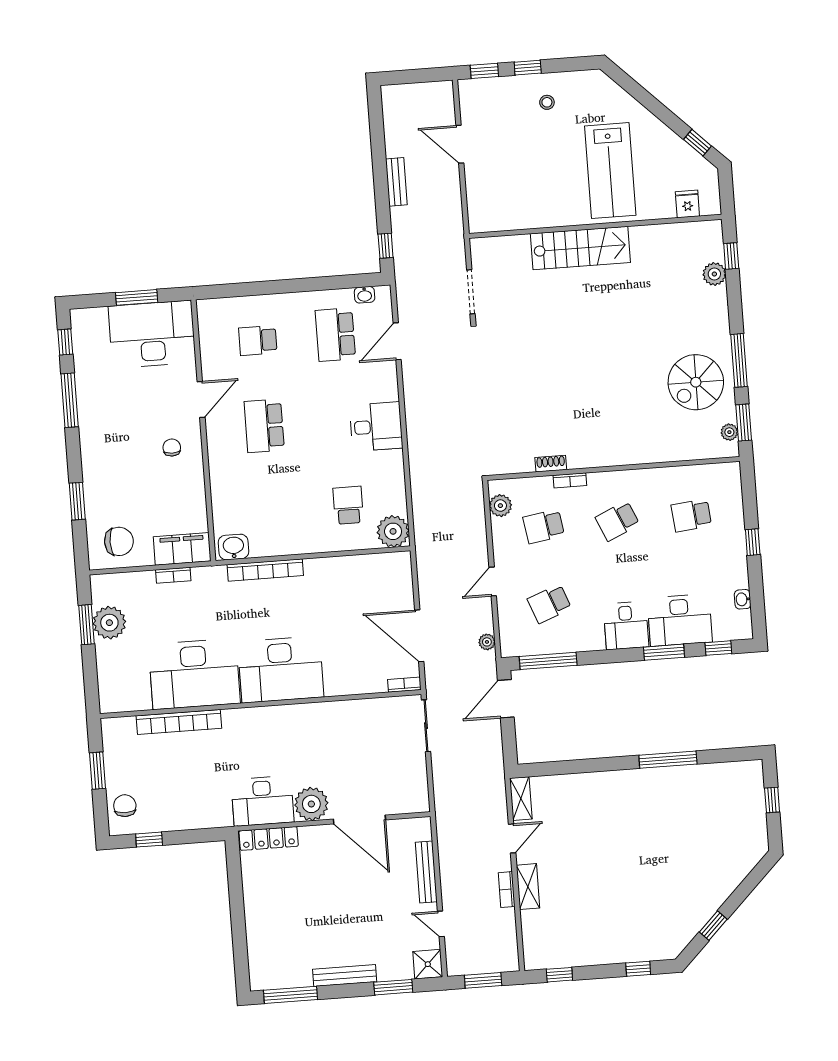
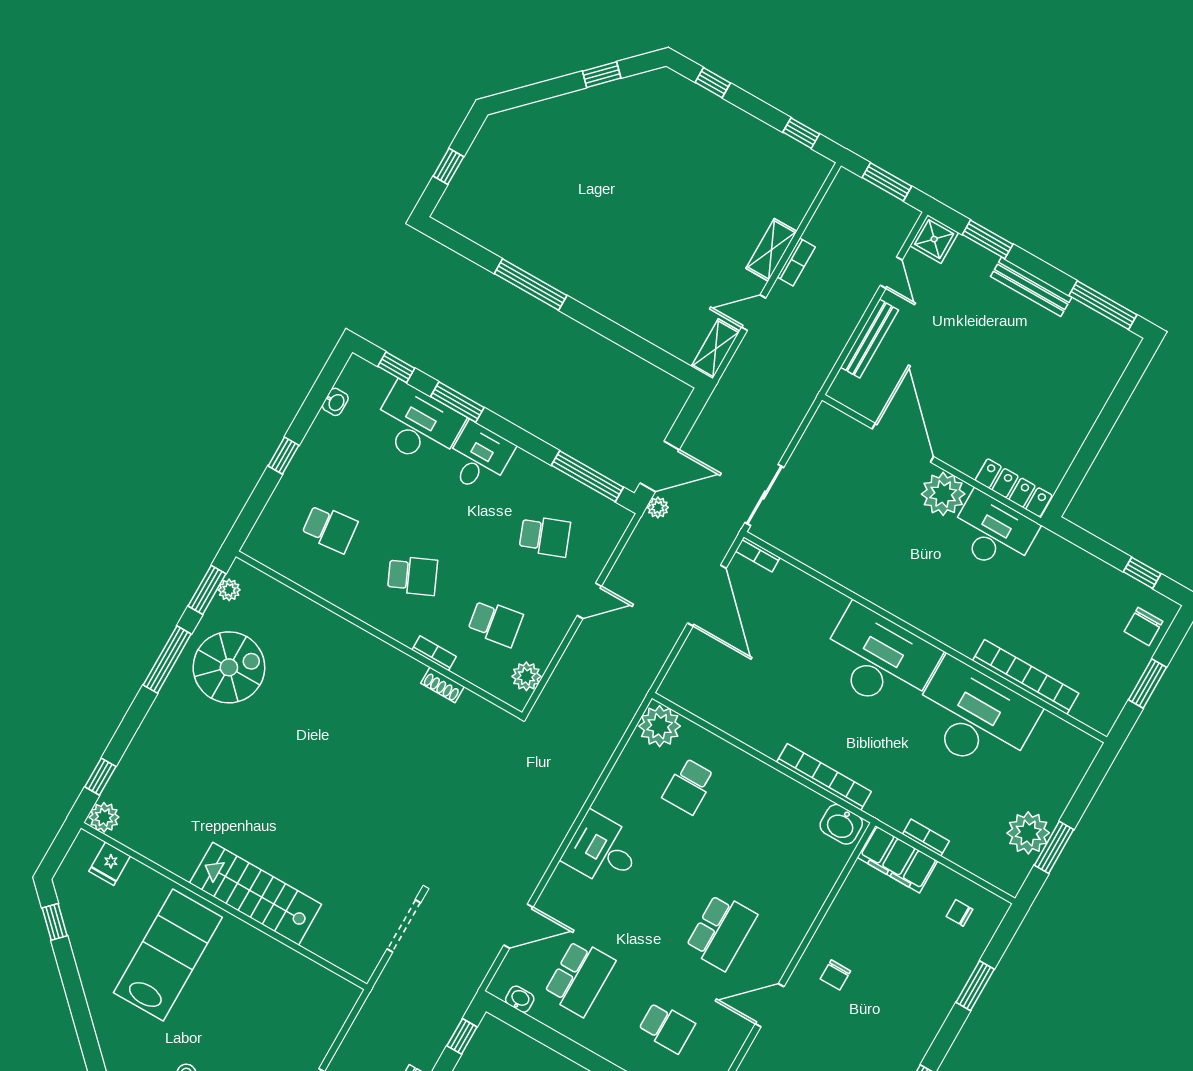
plant: (714, 274) -> (104, 817), moved
chair: (119, 541) -> (960, 913), width x0.54, depth x0.54
plant: (487, 642) -> (658, 507), moved

